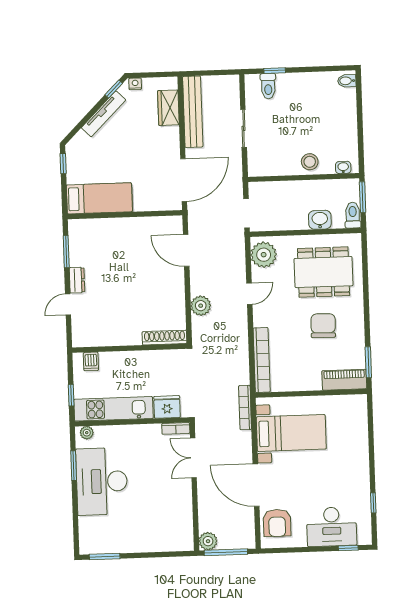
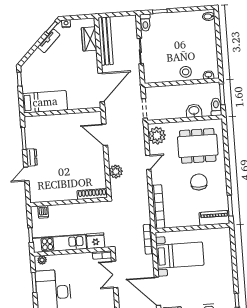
toilet: (268, 86) -> (145, 23), moved
tv unit: (104, 114) -> (49, 41), width x0.71

